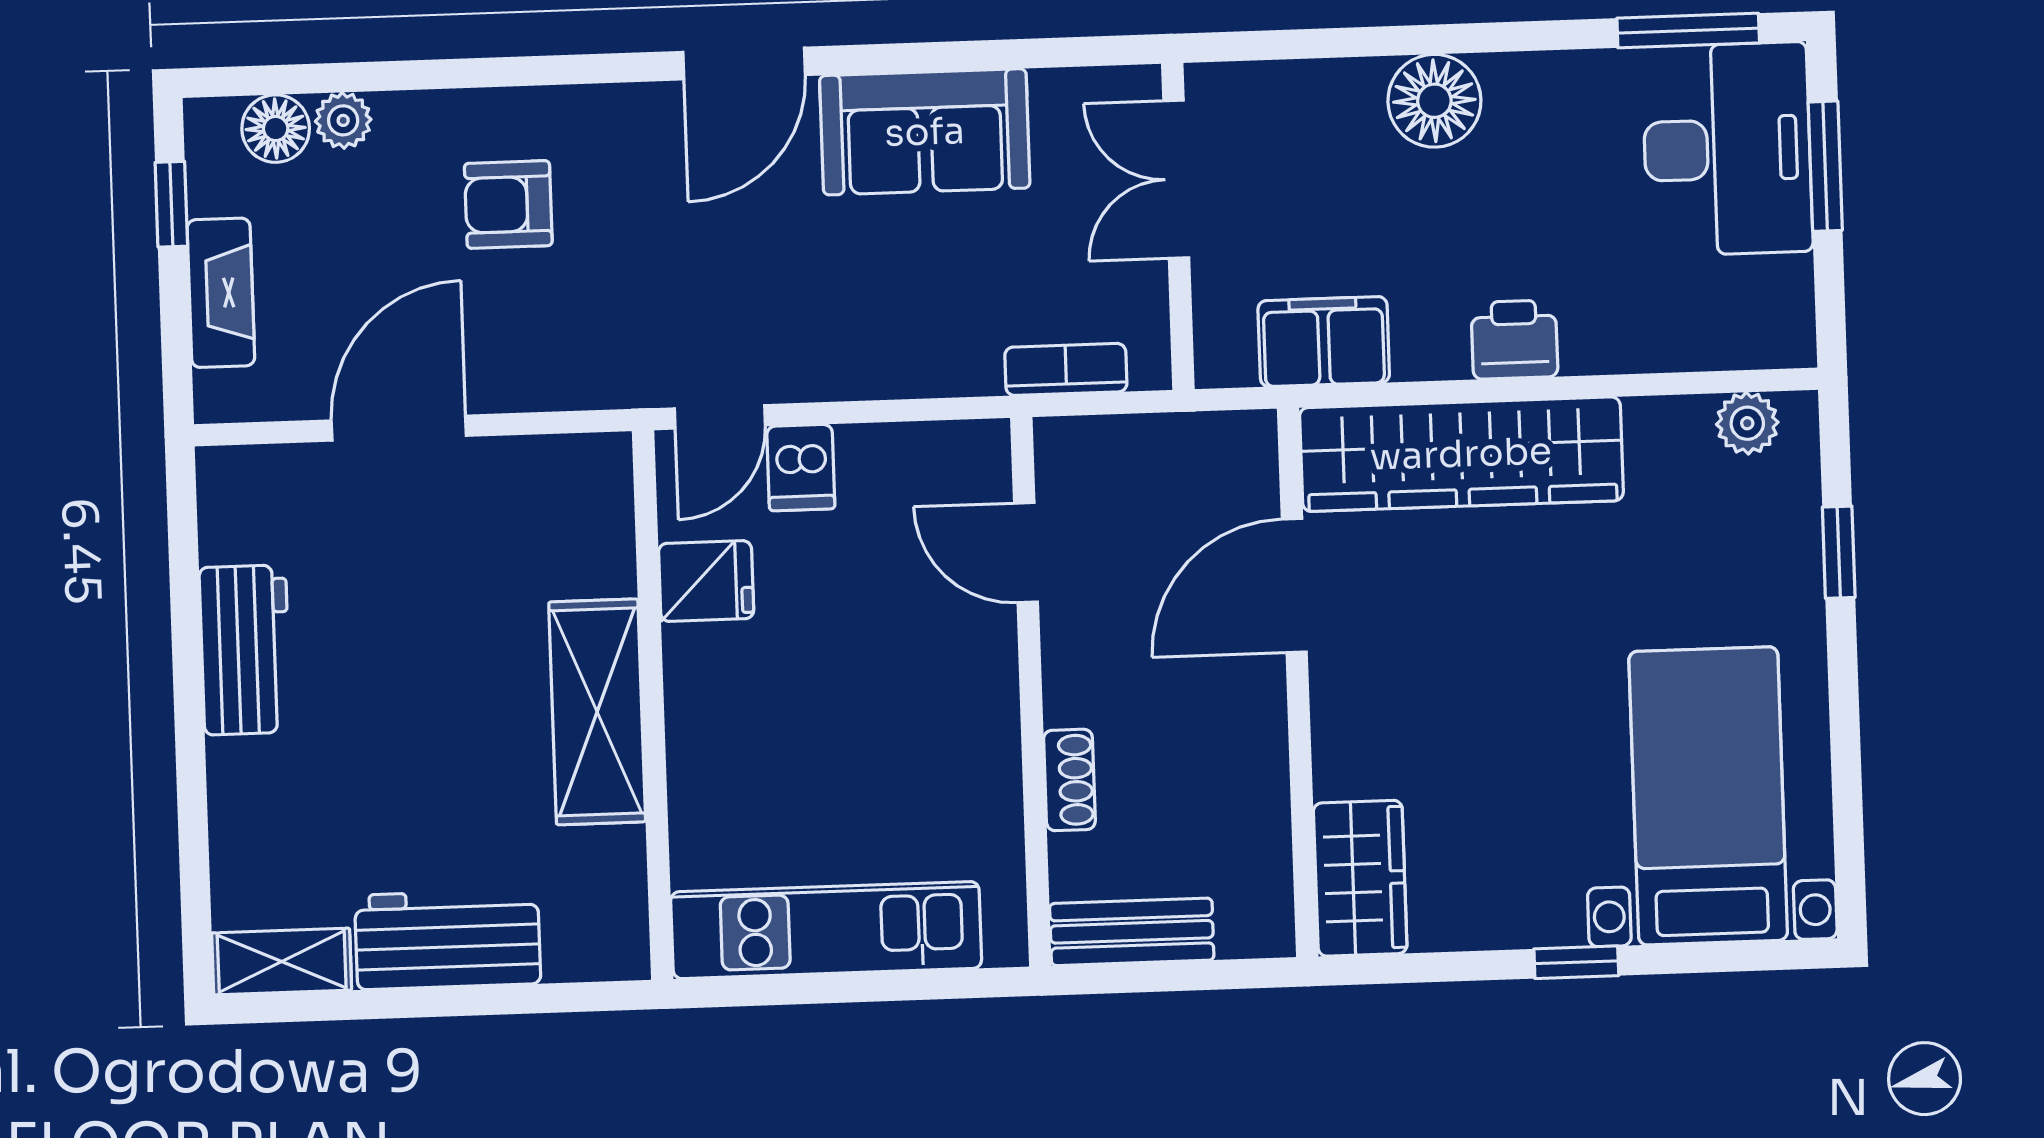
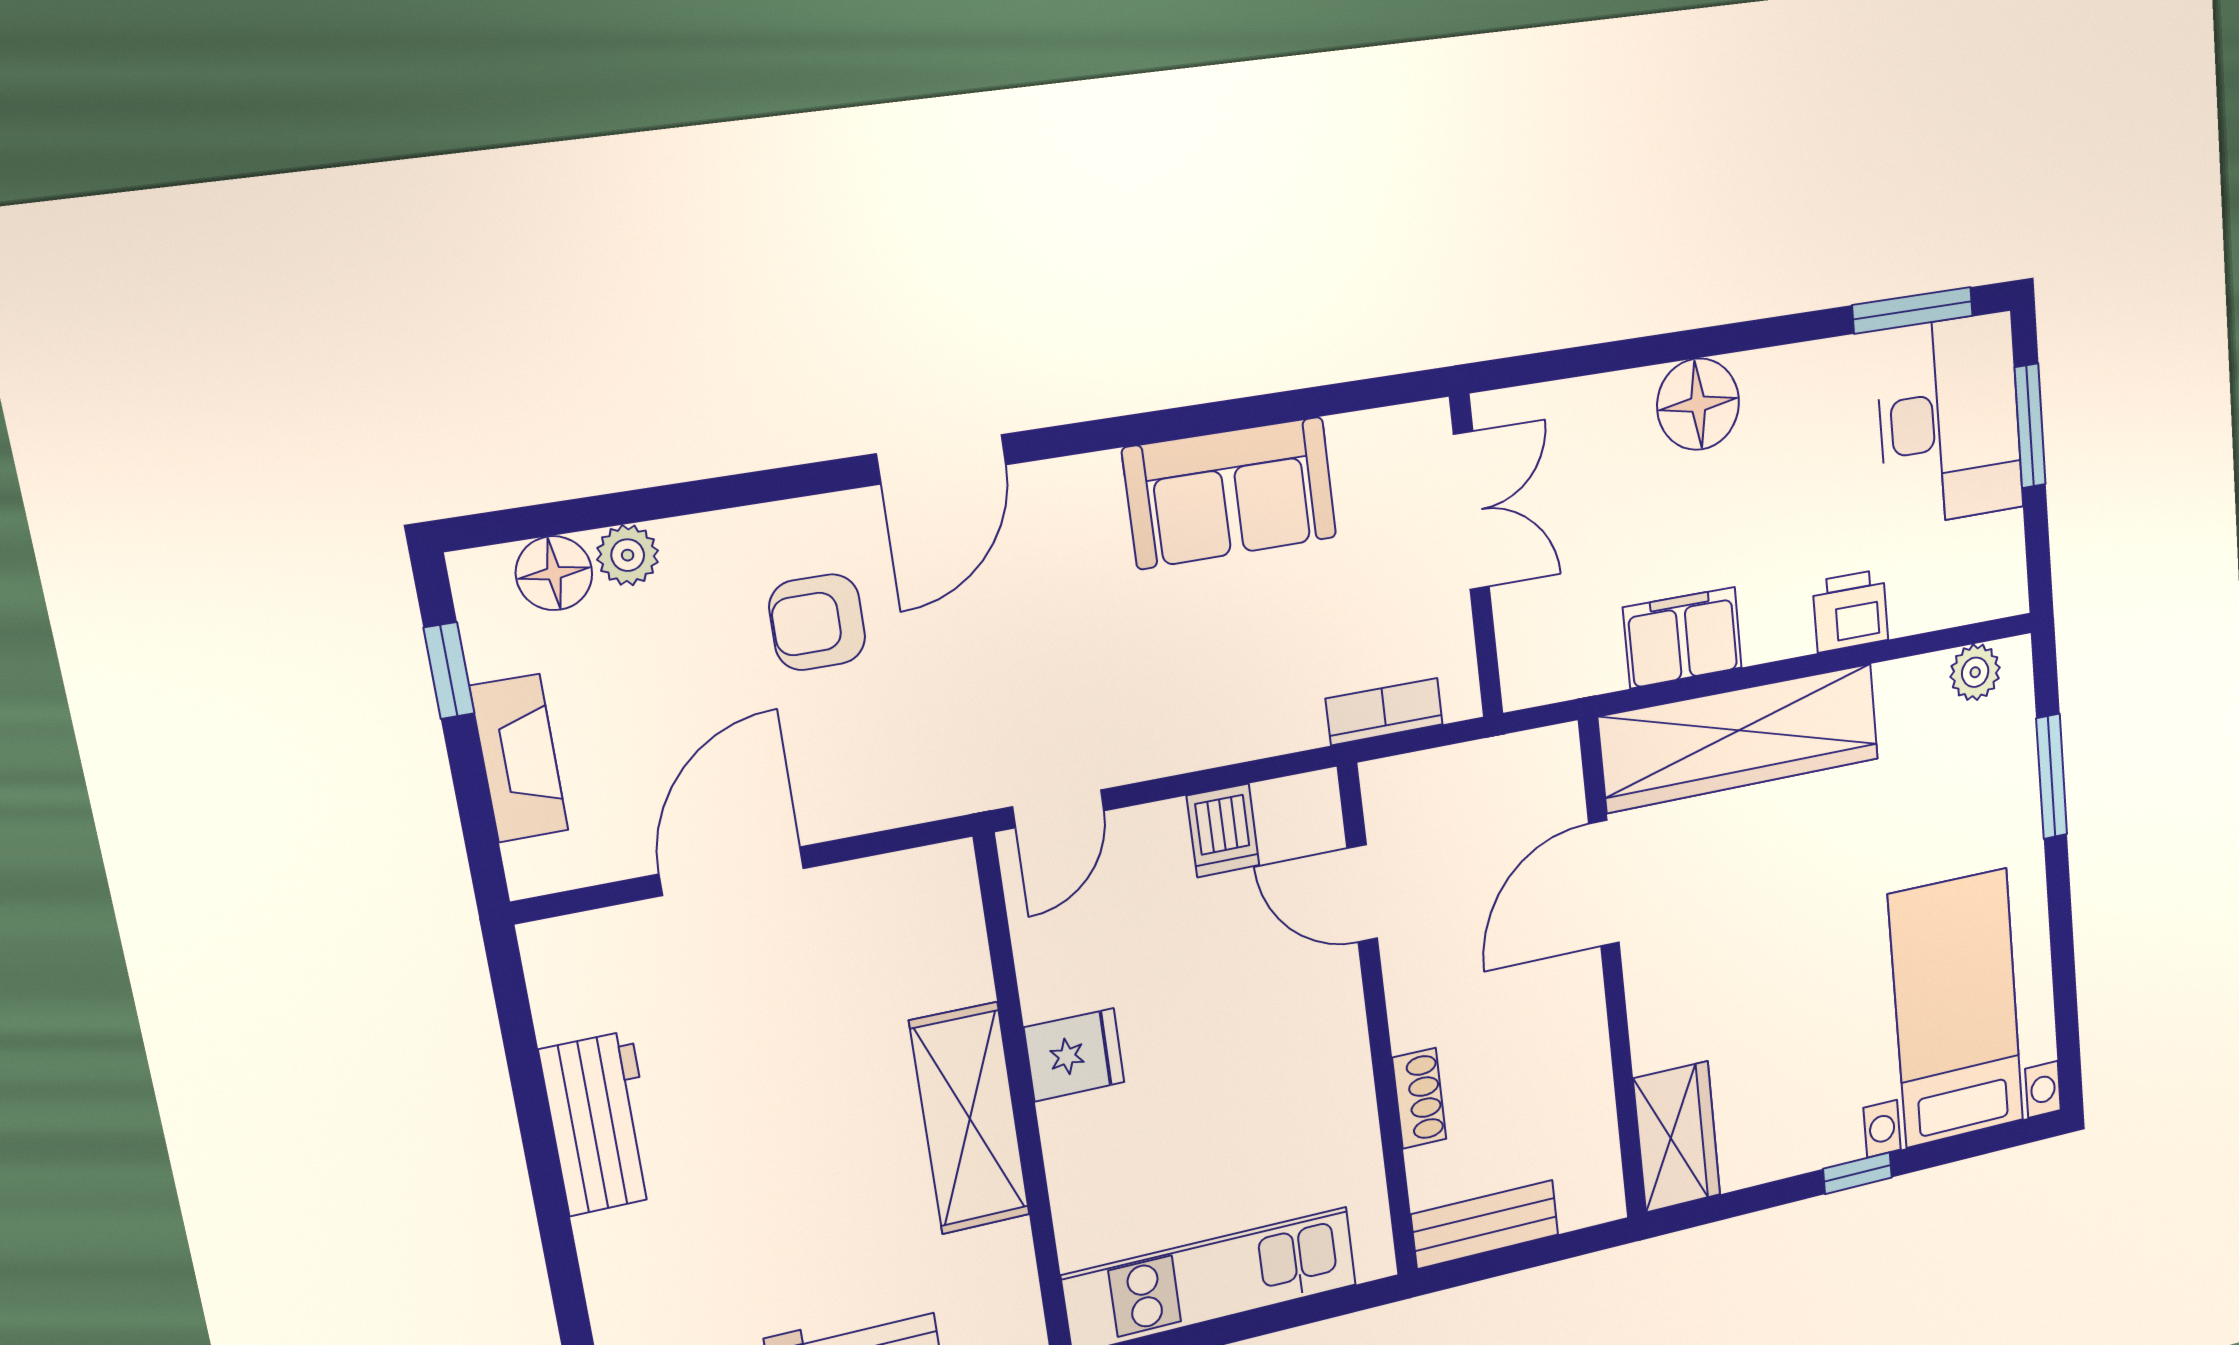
door: (744, 64) -> (941, 459), moved
double door: (1176, 179) -> (1471, 511), swing flipped
printer: (1514, 340) -> (1850, 611), moved
filing cabinet: (1324, 342) -> (1683, 638), moved
dishwasher: (801, 468) -> (1223, 831), moved
window: (1839, 552) -> (2052, 776), width x1.50
fridge: (706, 581) -> (1074, 1055), moved

